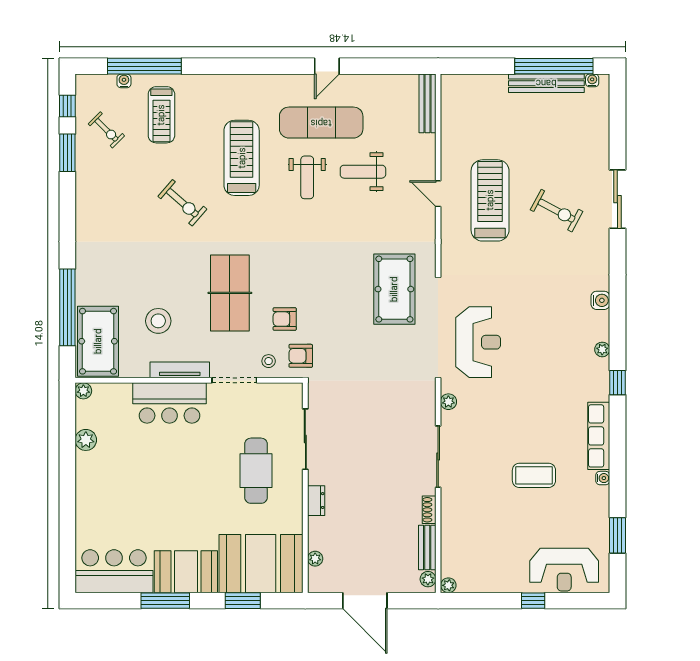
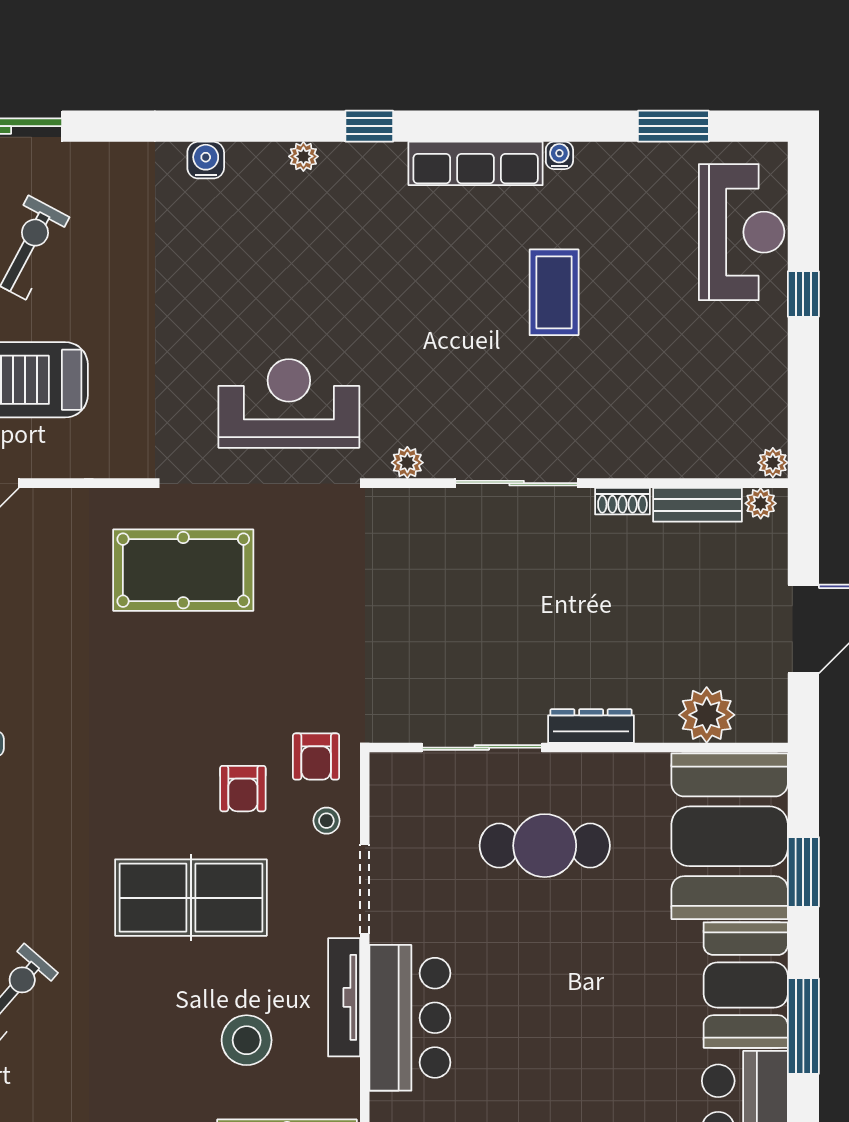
dresser: (316, 501) -> (591, 726), width x1.44
plant: (315, 559) -> (707, 715), width x1.88, depth x1.88

